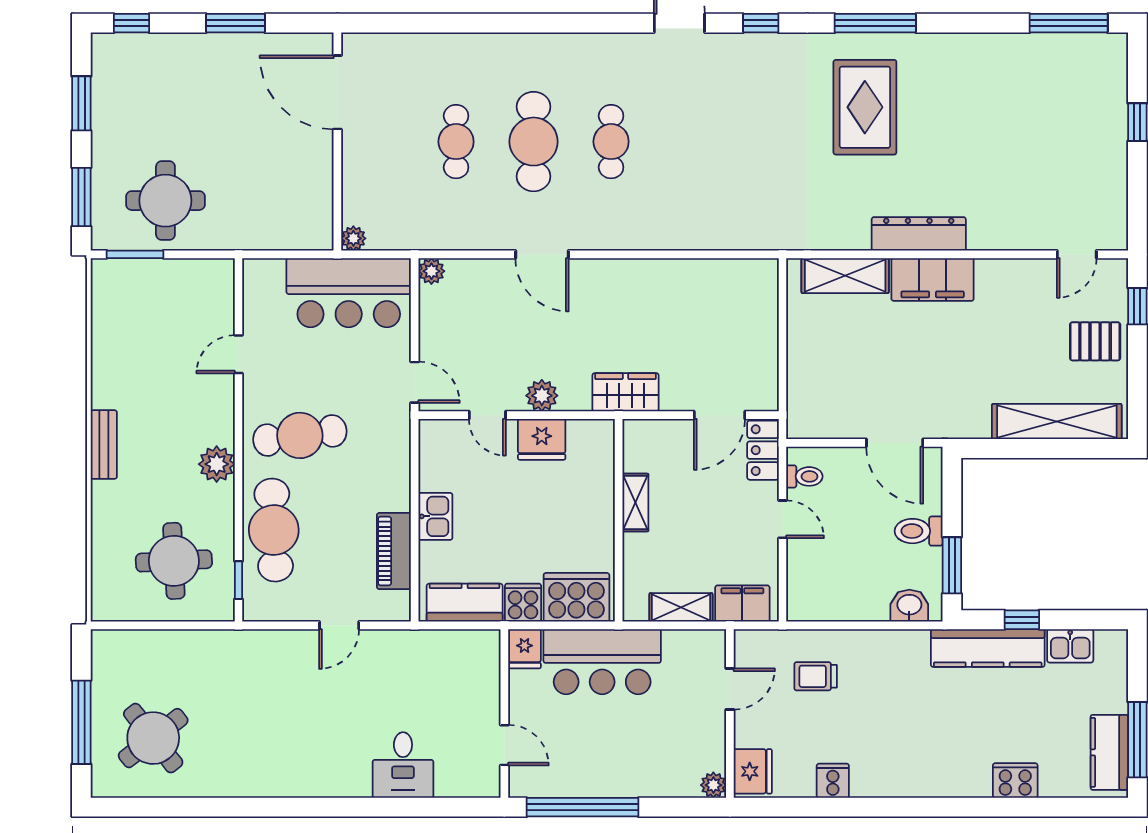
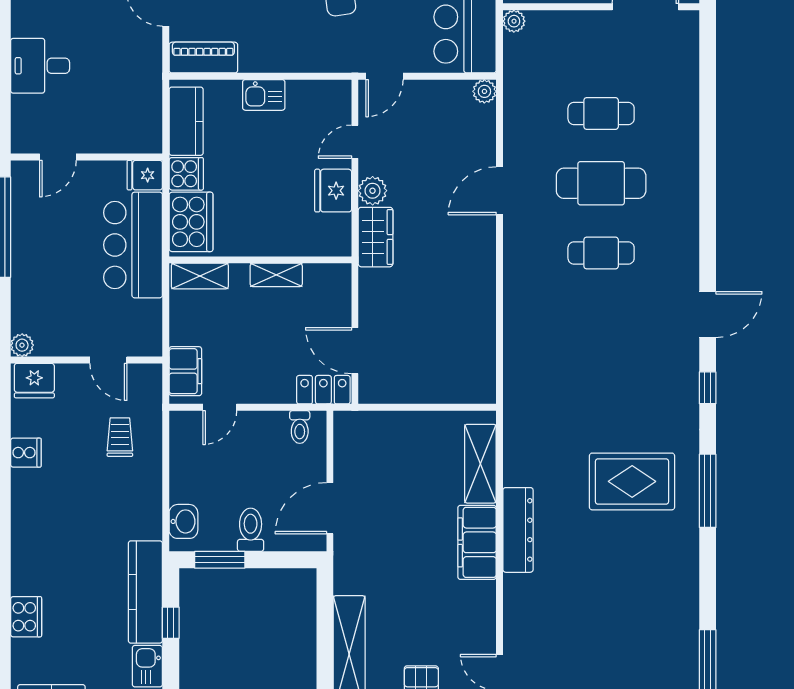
wardrobe: (625, 392) -> (375, 237), moved
door: (782, 519) -> (220, 407), moved
piano: (394, 551) -> (203, 58), moved
shelving: (681, 607) -> (200, 276), moved, turned 90

